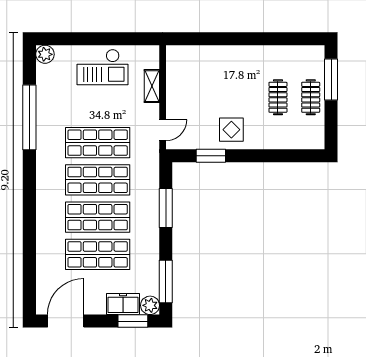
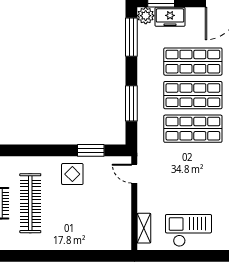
shelving: (152, 86) -> (144, 228), moved
clothes rail: (278, 97) -> (30, 203), width x1.86, depth x1.31
door: (163, 130) -> (134, 174), hinge flipped
shop shelf: (98, 143) -> (193, 162), removed

